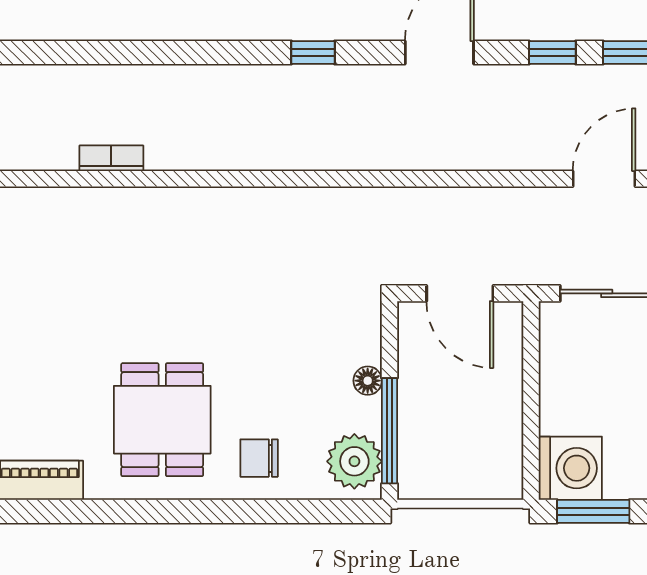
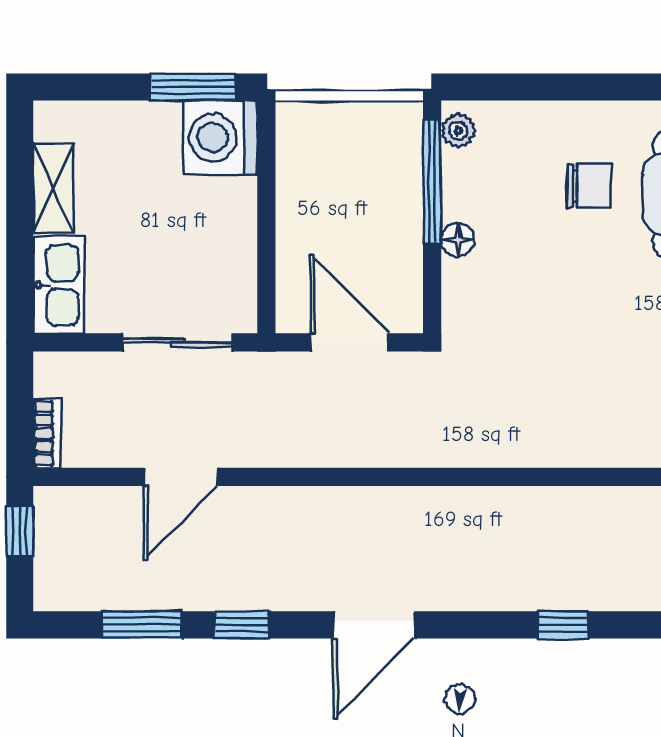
window: (313, 52) -> (563, 625), moved
chair: (259, 458) -> (589, 186), moved
plant: (354, 461) -> (458, 131), width x0.53, depth x0.53

